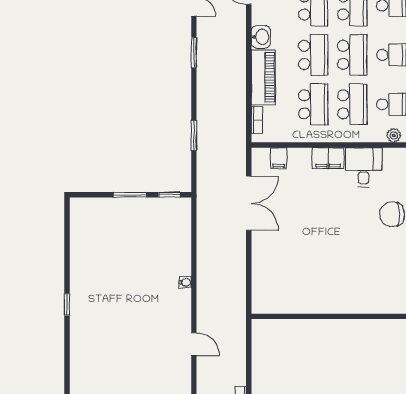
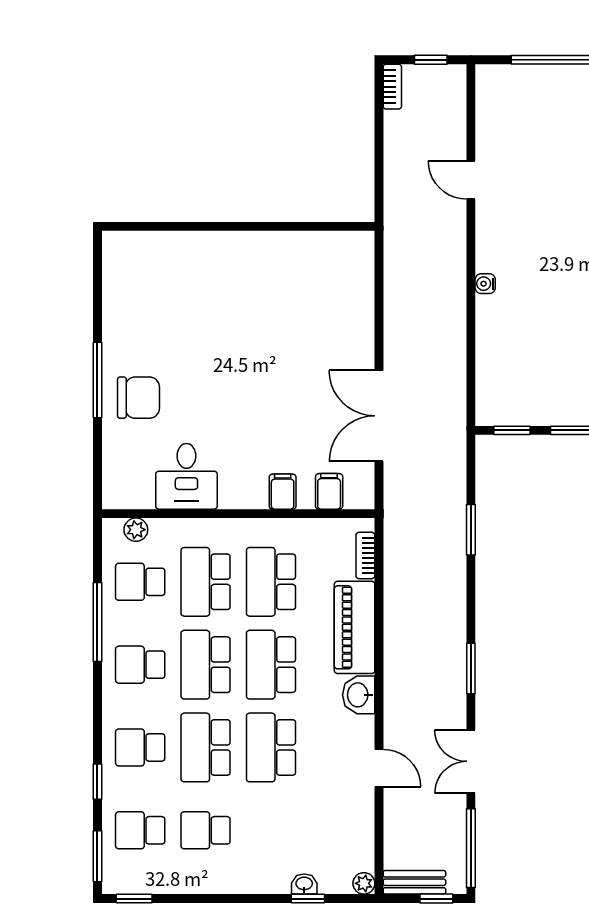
filing cabinet: (328, 158) -> (283, 492), moved, width x0.50

